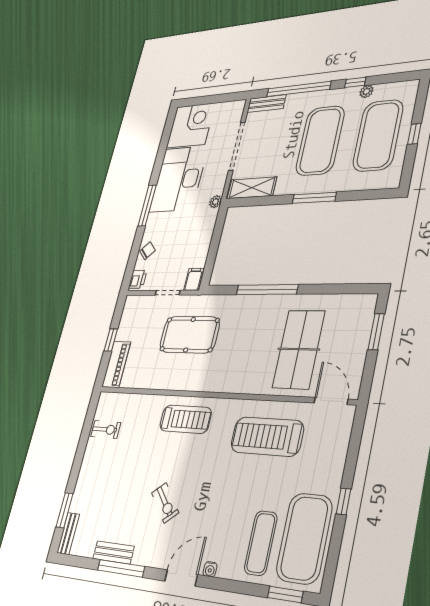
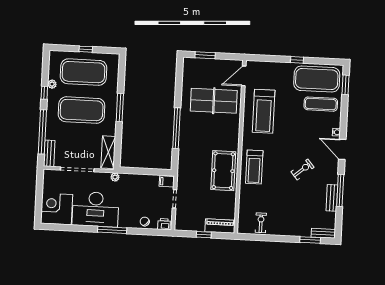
pool table: (189, 335) -> (223, 171), moved
treadmill: (186, 419) -> (254, 167), turned 180

